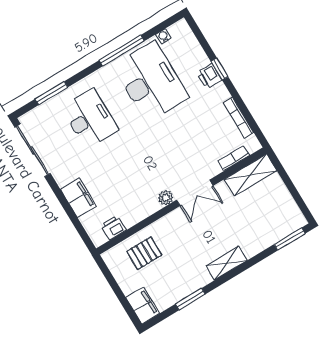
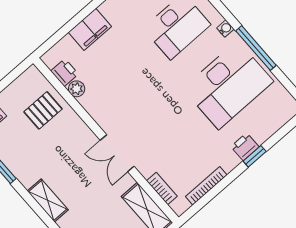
water cooler: (163, 36) -> (225, 28), moved
plant: (166, 198) -> (77, 89), moved
pallet: (144, 253) -> (43, 110), turned 90

